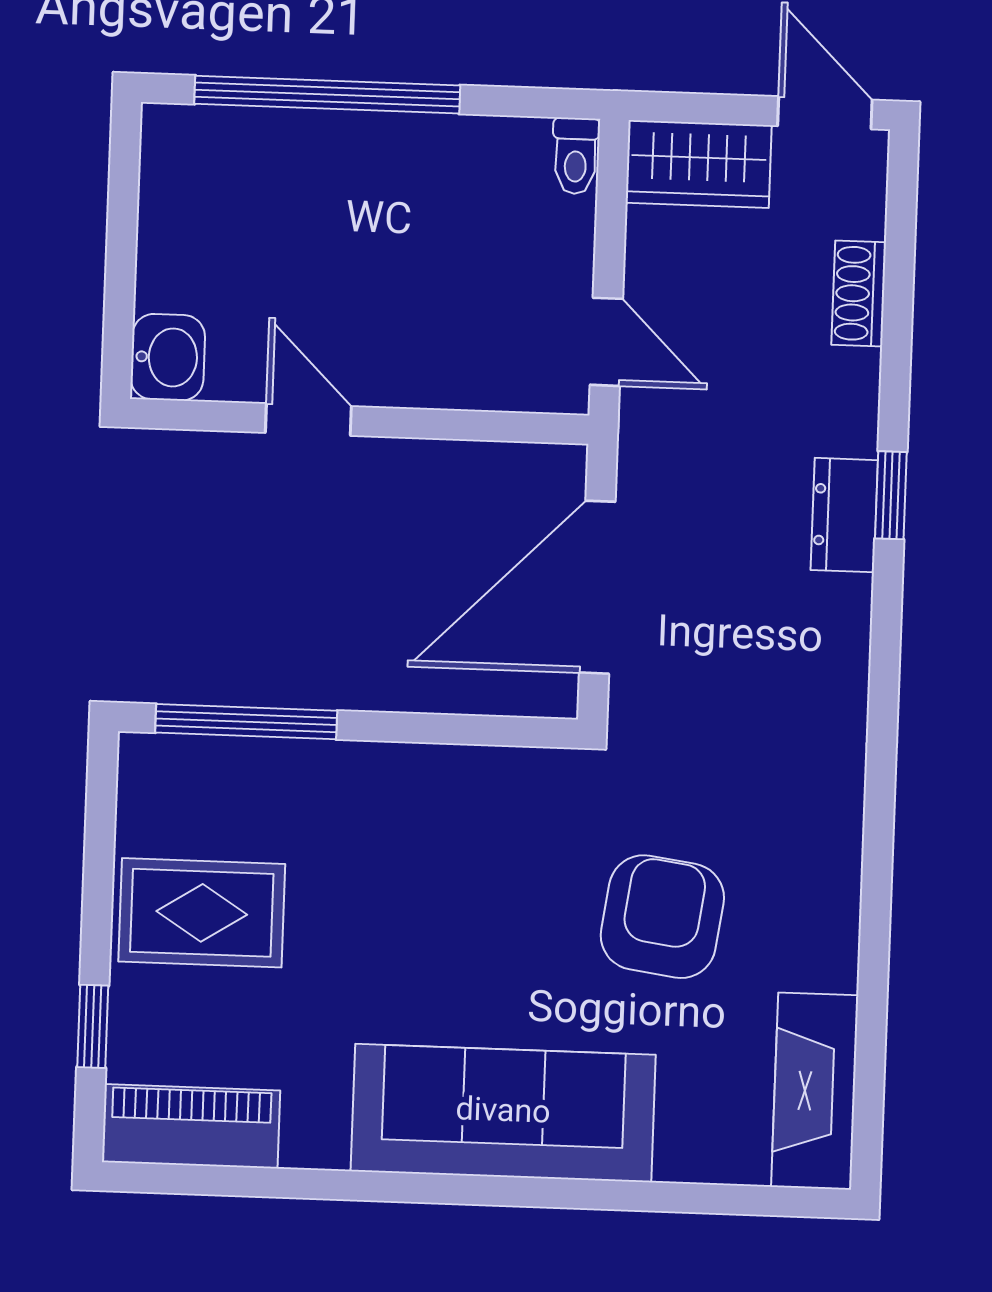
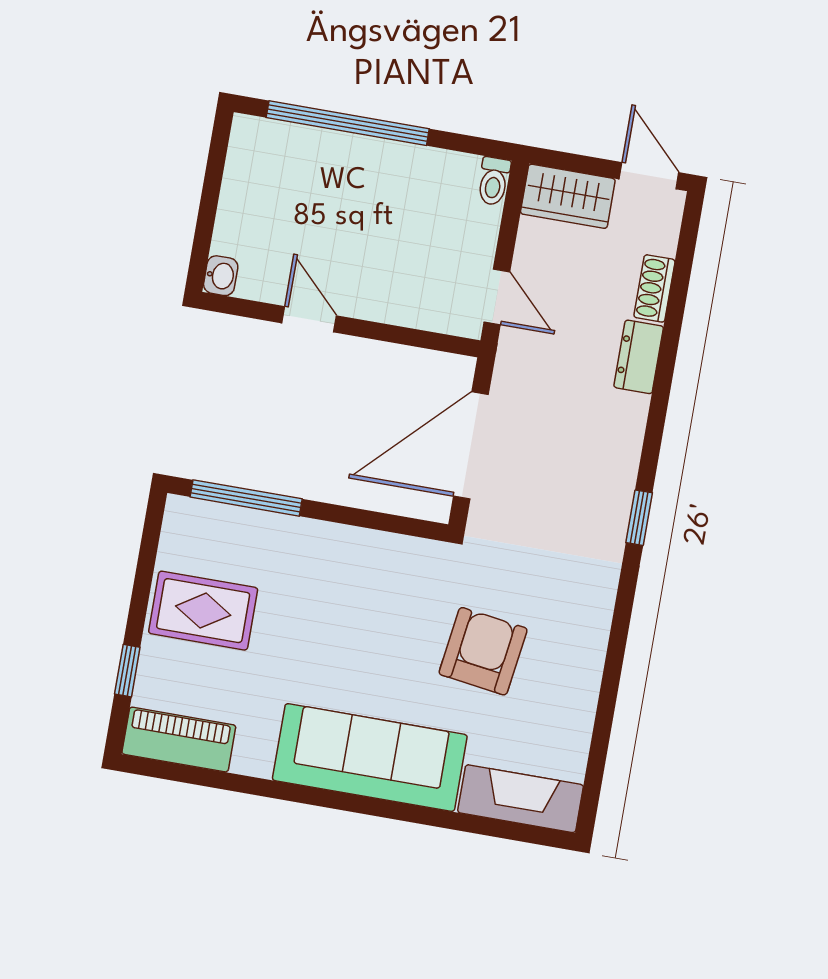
washbasin: (168, 357) -> (221, 276), width x0.72, depth x0.69
window: (891, 495) -> (639, 518), moved
dresser: (844, 515) -> (639, 357), moved
fireplace: (815, 1091) -> (521, 799), moved, turned 90

